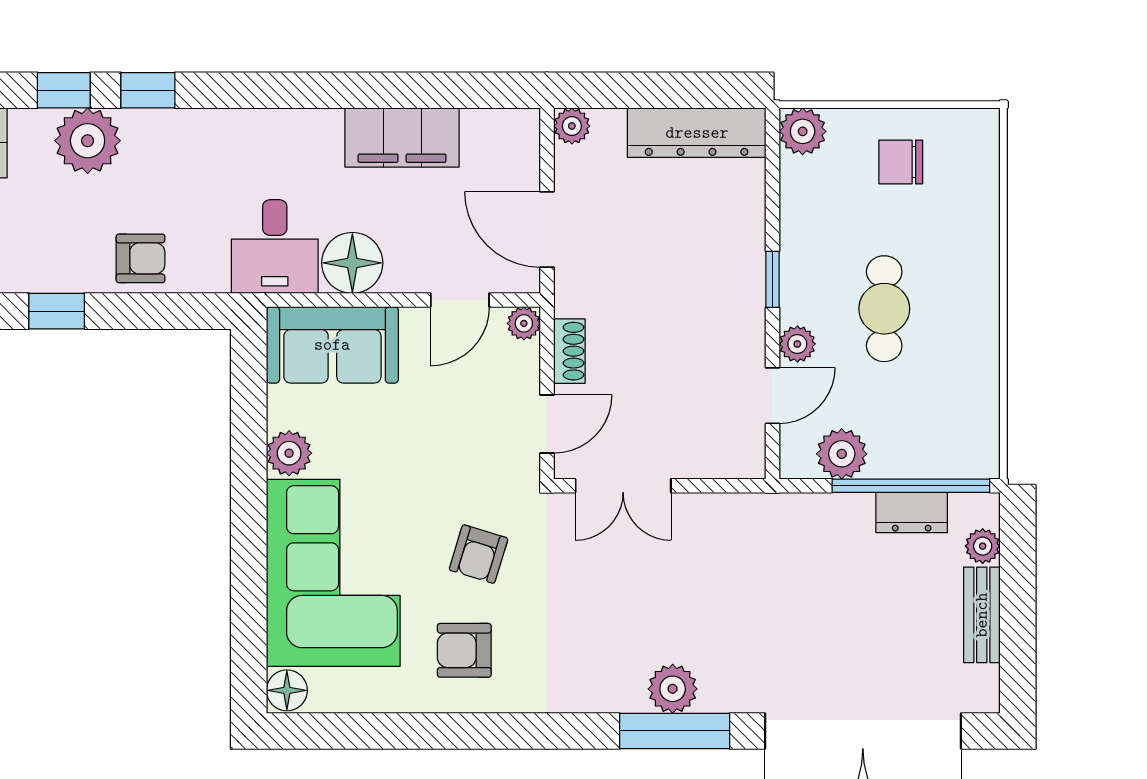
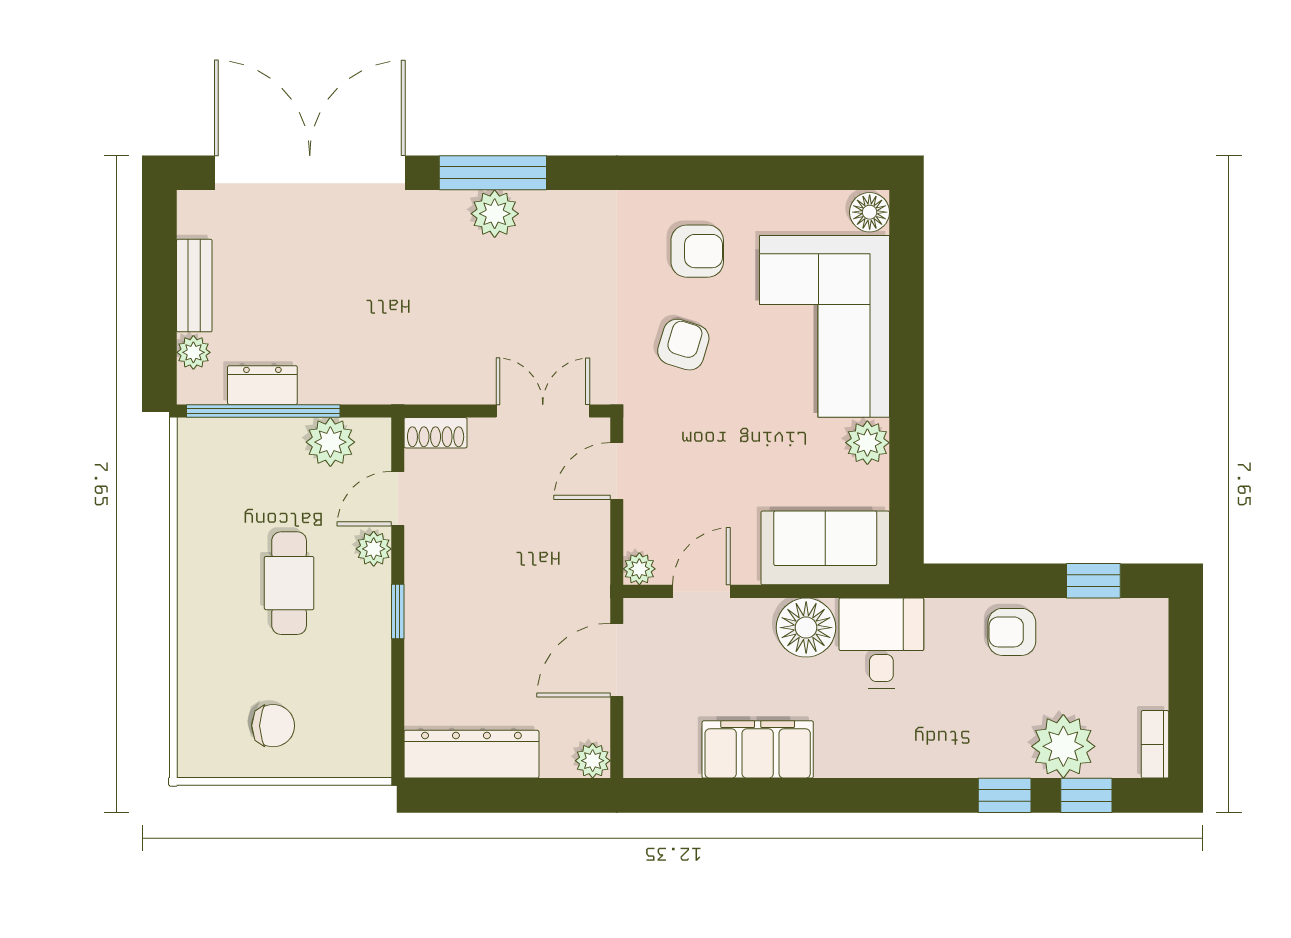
plant: (803, 131) -> (368, 755), removed
door: (547, 229) -> (617, 660), swing flipped
shoe rack: (569, 351) -> (436, 433), moved, turned -90

